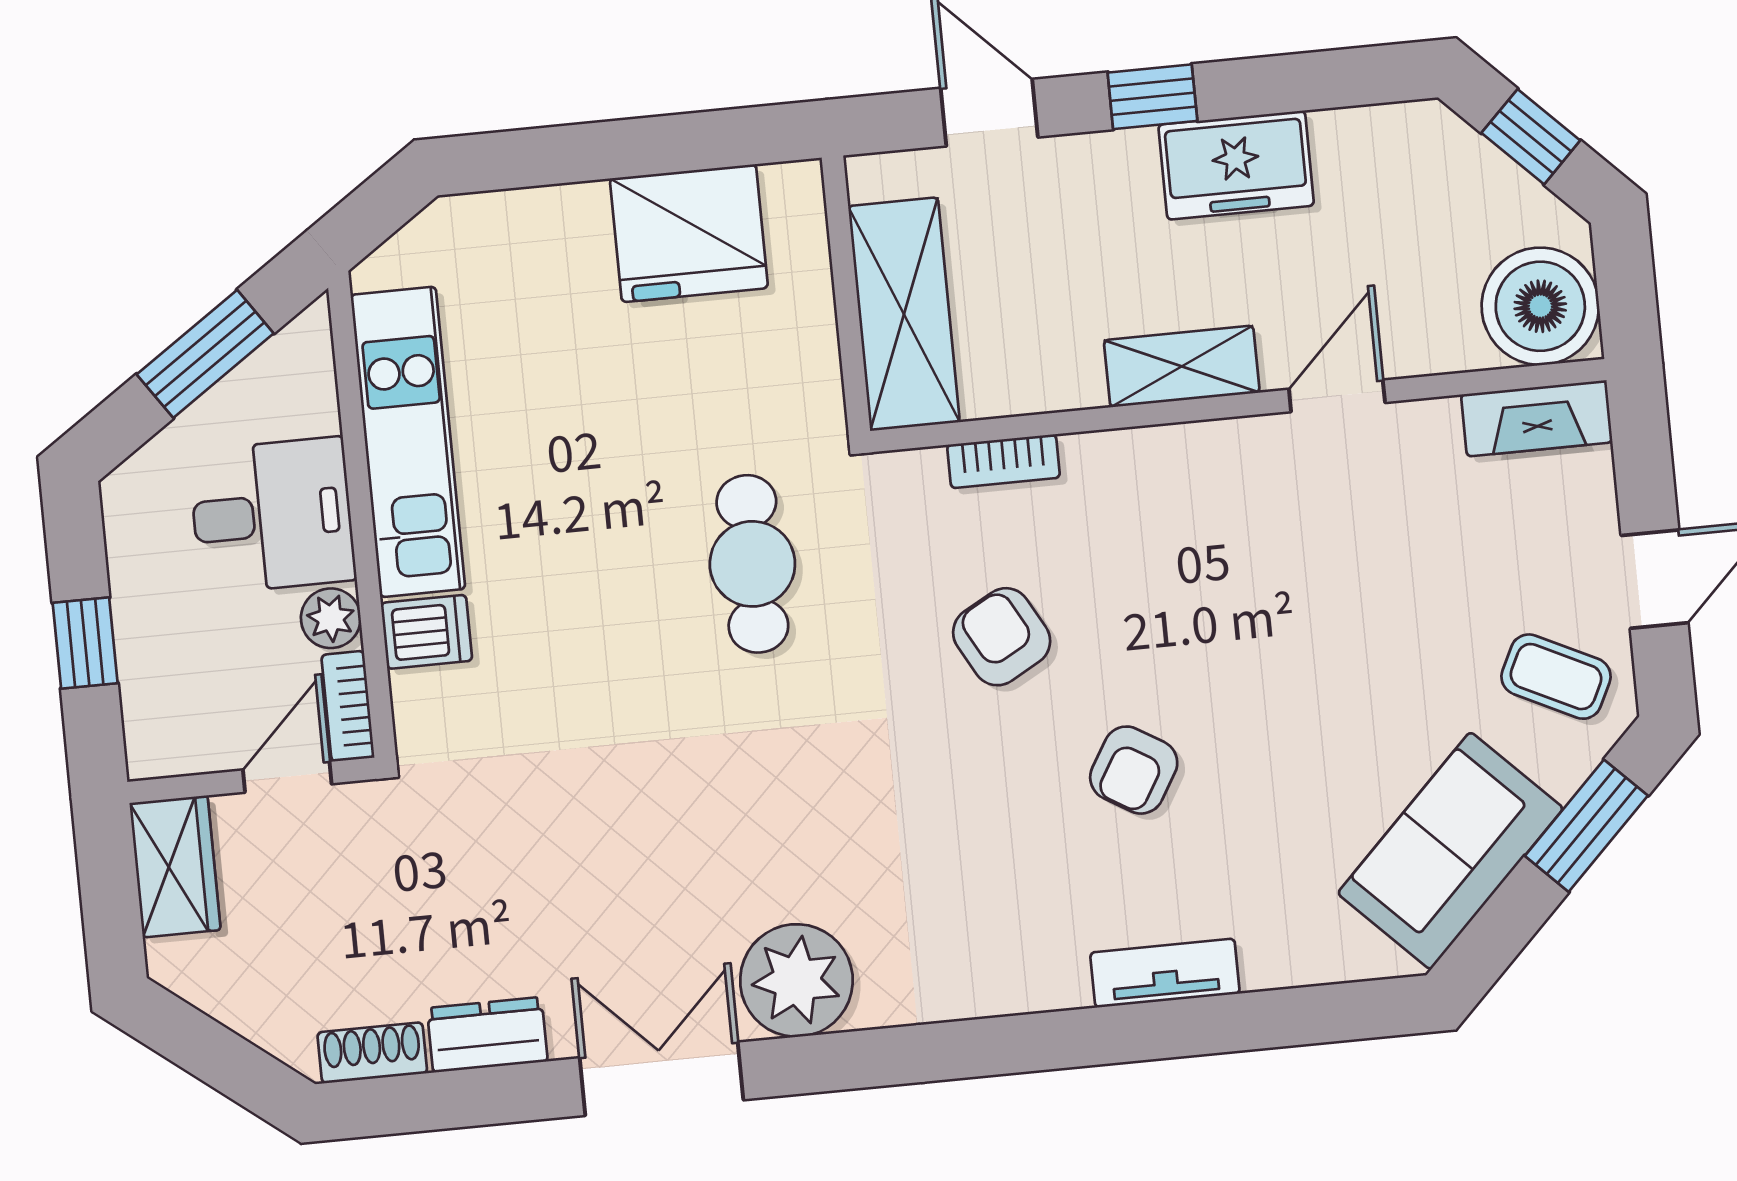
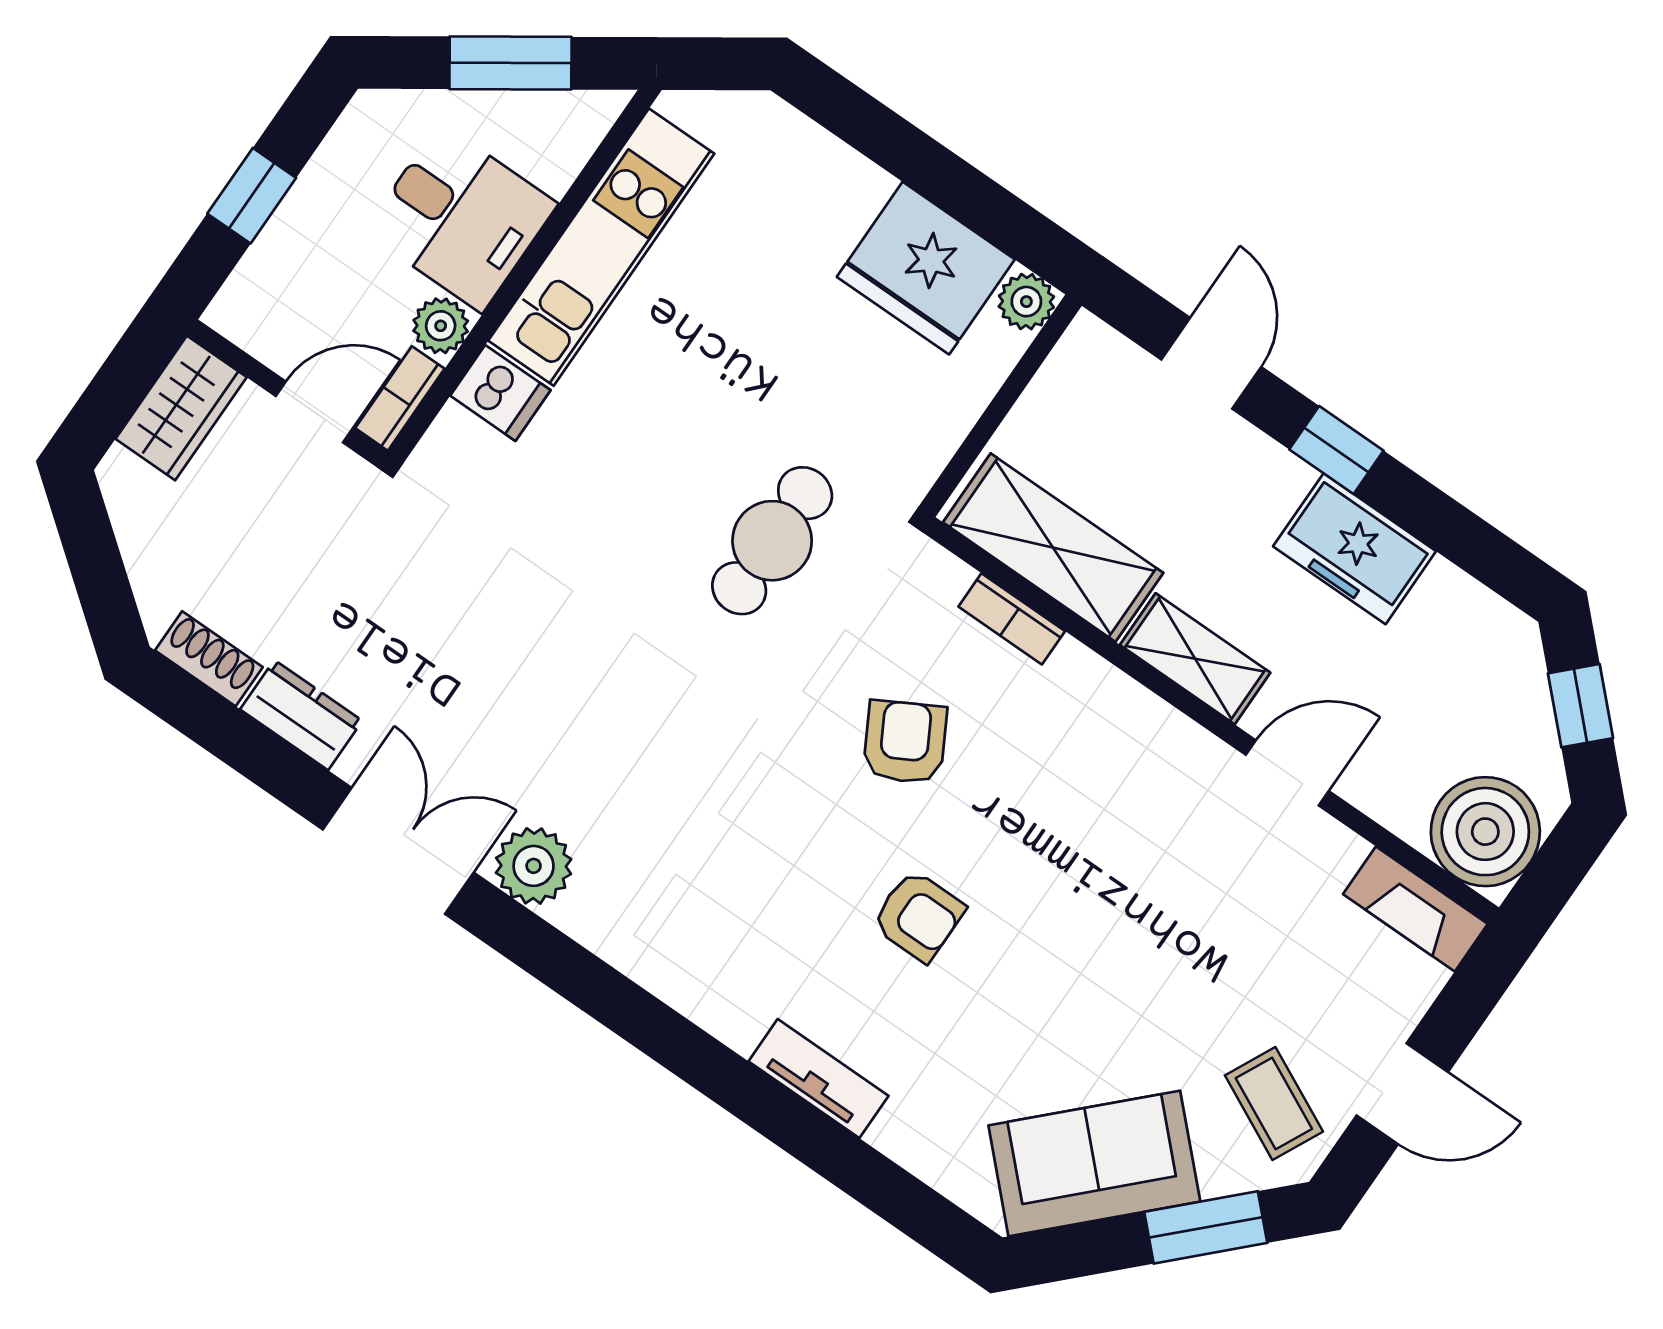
plant: (795, 191) -> (1026, 302), added
shelving: (904, 314) -> (1053, 548), moved, turned 90
armchair: (1134, 770) -> (918, 916), turned -121
plant: (796, 980) -> (534, 866), width x0.73, depth x0.73

